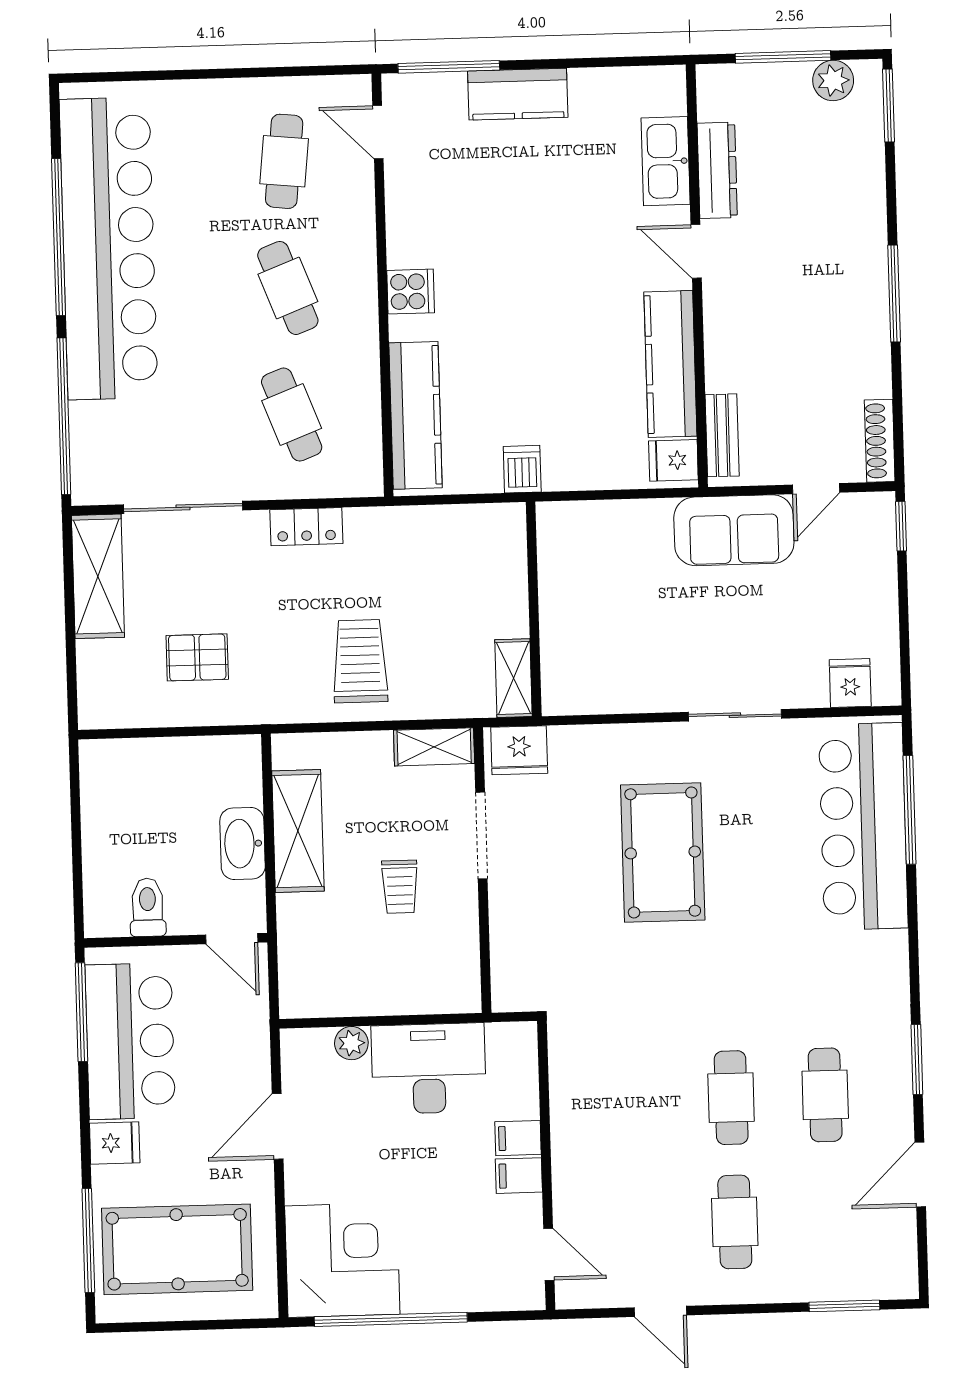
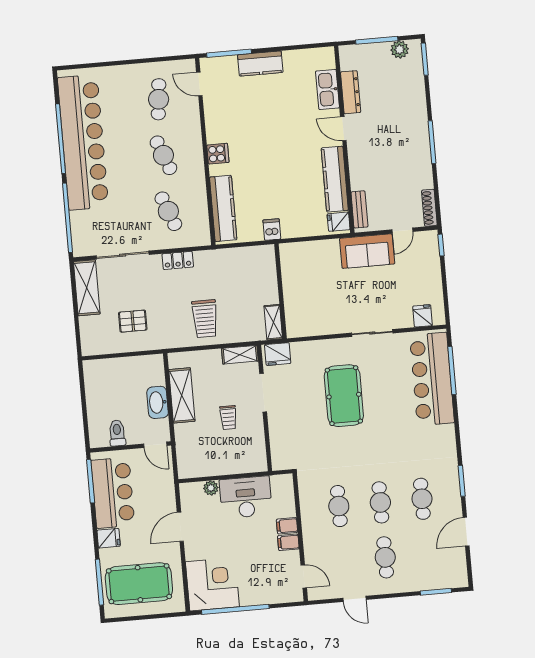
trolley: (360, 661) -> (205, 319), turned 180
cafe table: (637, 1100) -> (339, 506), added

